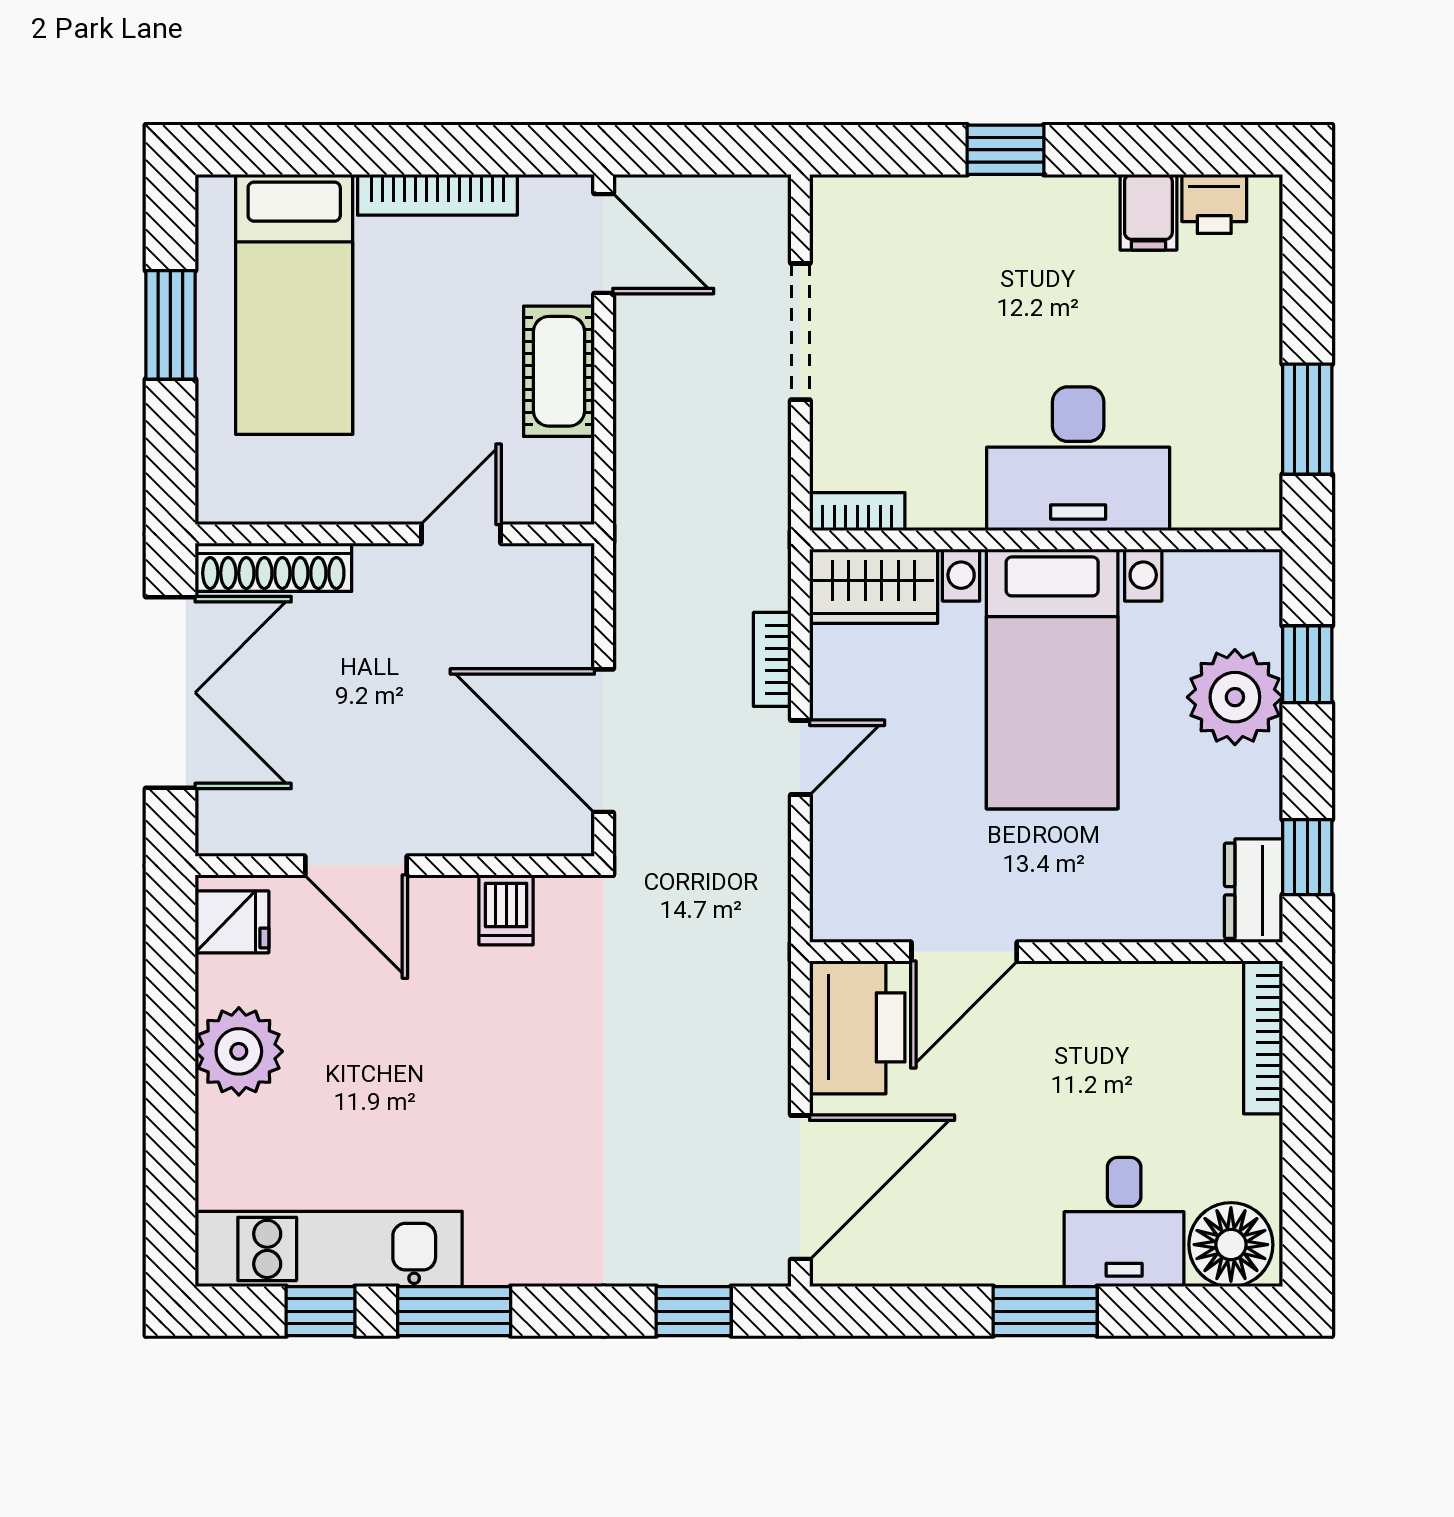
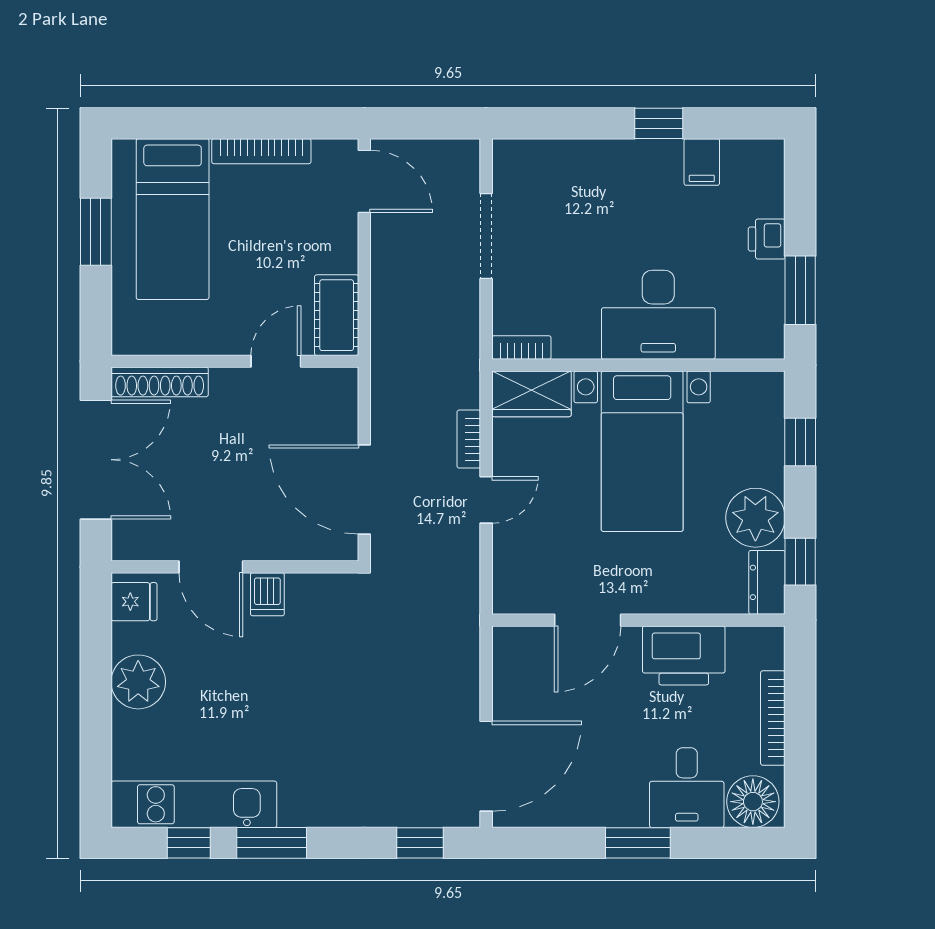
window: (1006, 150) -> (659, 123), moved
printer: (1214, 204) -> (767, 239), moved, turned 90
cot: (559, 371) -> (337, 315), moved
plant: (1235, 697) -> (755, 518), moved
dishwasher: (506, 910) -> (267, 594), moved
printer: (857, 1027) -> (684, 655), moved, turned 90
bookcase: (1263, 1037) -> (773, 718), moved

